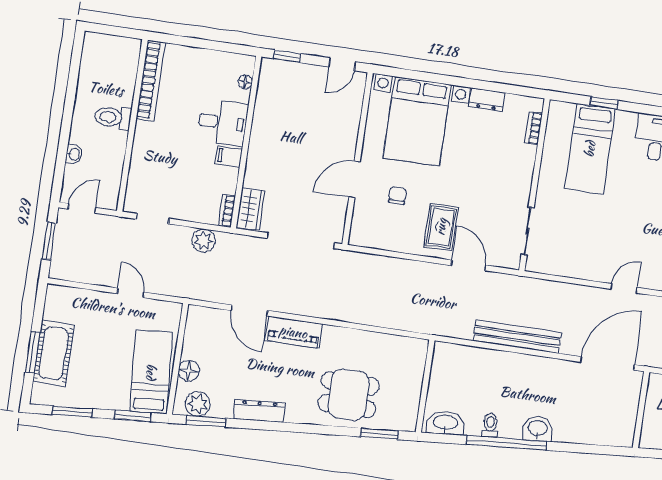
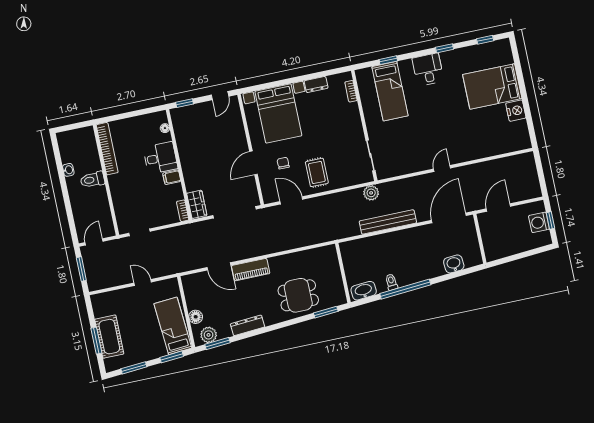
washbasin: (74, 154) -> (68, 170), moved
plant: (204, 241) -> (371, 193), moved
door: (468, 265) -> (291, 200), moved
washbasin: (538, 429) -> (454, 264), moved

